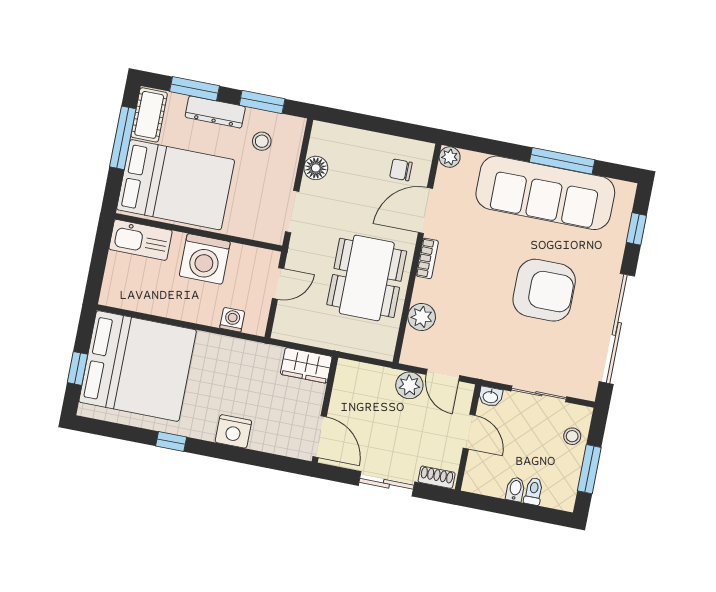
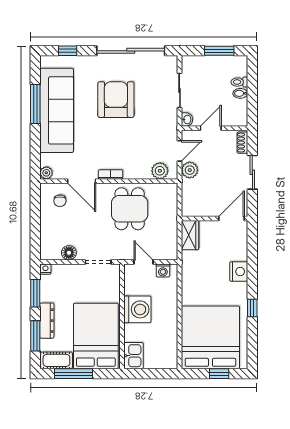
nightstand: (297, 126) -> (45, 269), added
stool: (262, 141) -> (59, 289), removed
kitchen sink: (141, 240) -> (133, 356), width x0.73
dining table: (367, 278) -> (130, 209), width x0.73
plant: (422, 317) -> (160, 171), moved
washing machine: (232, 320) -> (163, 271), moved, turned -90
stool: (572, 436) -> (201, 65), removed

